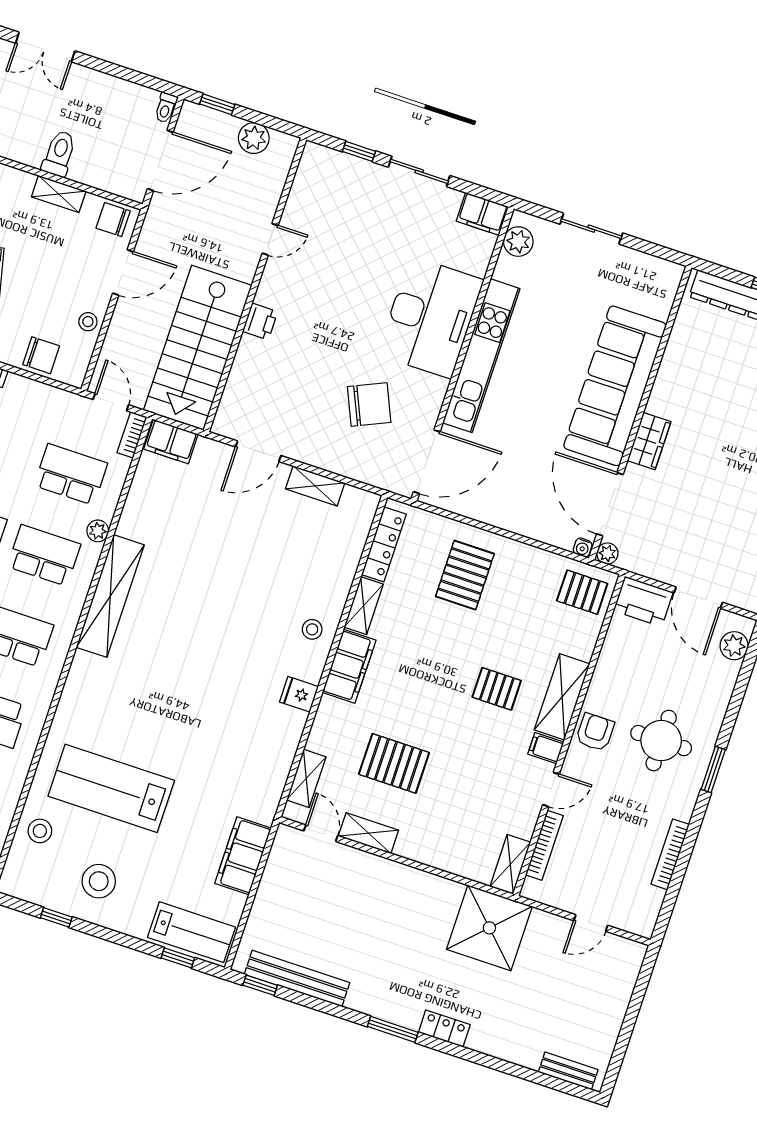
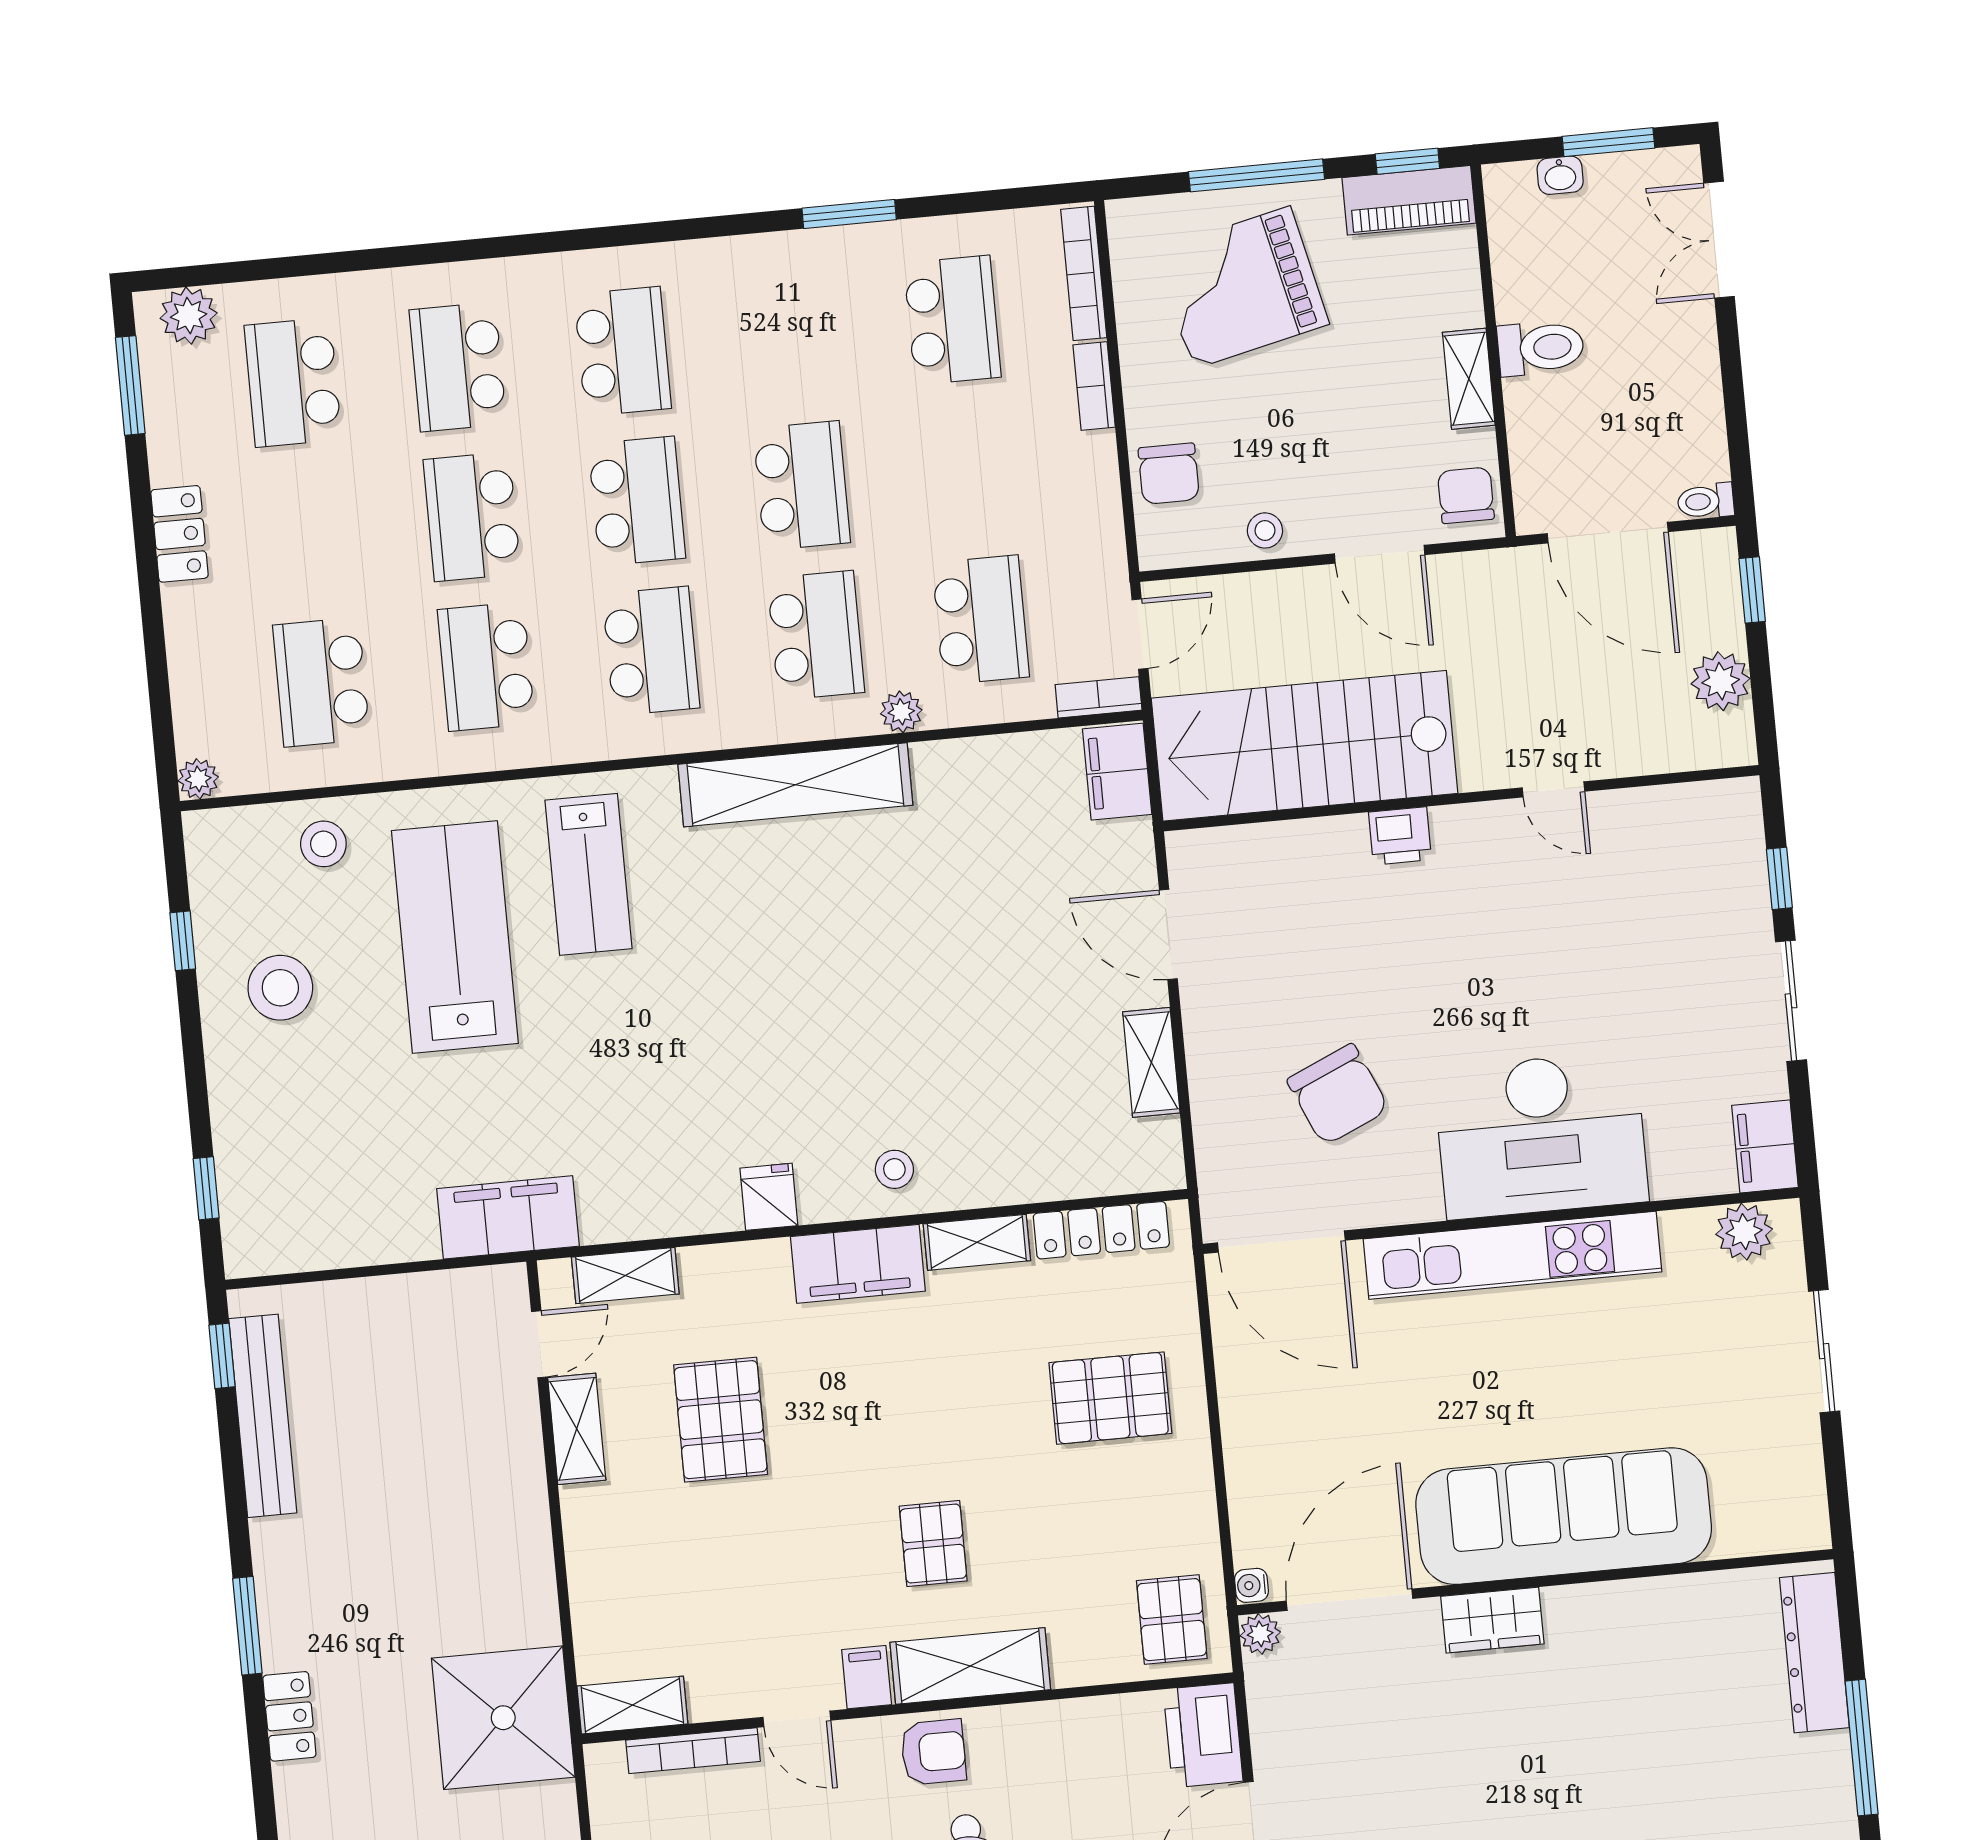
filing cabinet: (243, 856) -> (508, 1217), moved
lab bench: (191, 932) -> (588, 874), moved

